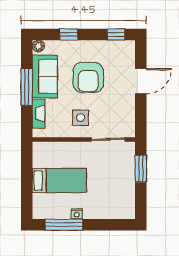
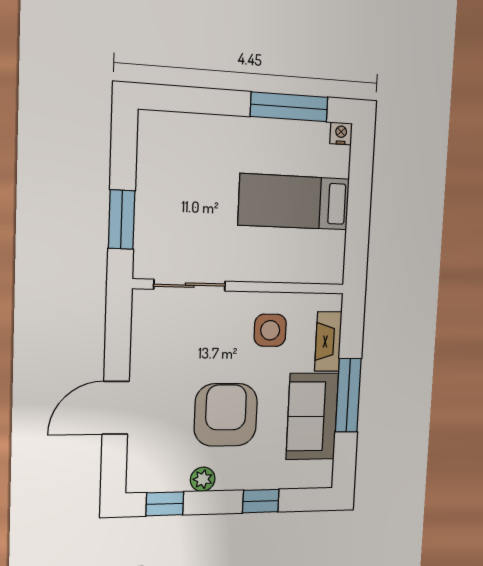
plant: (38, 46) -> (203, 479), moved
side table: (80, 118) -> (270, 330), moved
nightstand: (77, 214) -> (341, 133), moved

